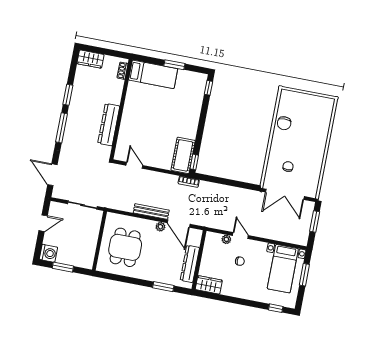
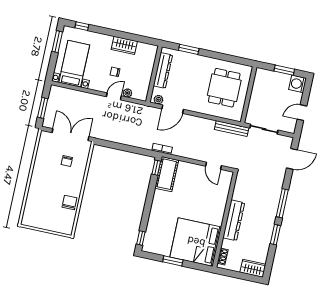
bed: (153, 74) -> (196, 242), width x2.04
dresser: (109, 125) -> (234, 220), moved
door: (52, 175) -> (292, 159), hinge flipped
bench: (151, 211) -> (232, 129), moved
door: (179, 224) -> (173, 109), swing flipped
plant: (160, 227) -> (158, 100), moved
door: (240, 235) -> (114, 96), swing flipped
window: (304, 275) -> (57, 42), moved
wardrobe: (209, 285) -> (124, 45), moved

